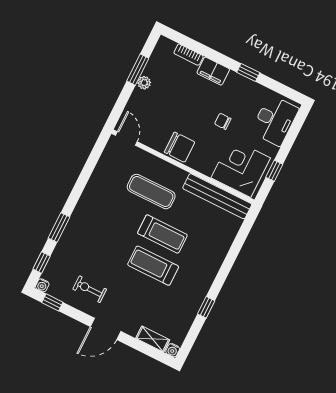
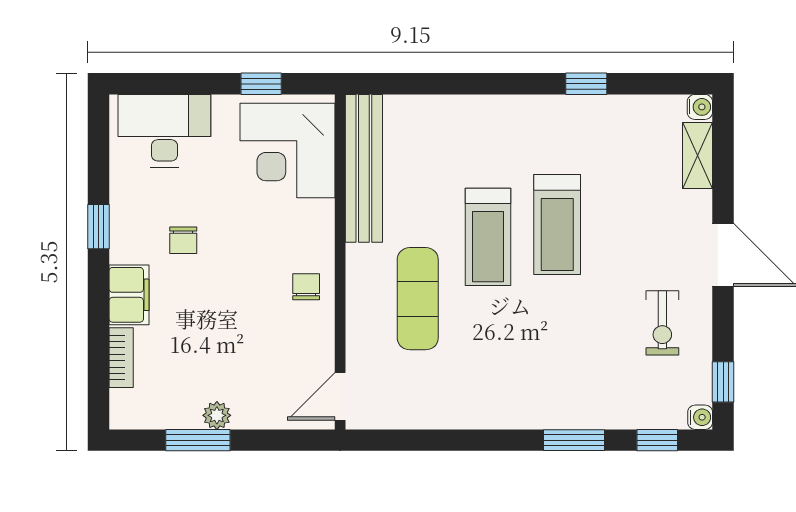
chair: (223, 121) -> (183, 240), moved
chair: (180, 147) -> (306, 287), width x0.54, depth x0.54
treadmill: (162, 234) -> (488, 237), turned 180

